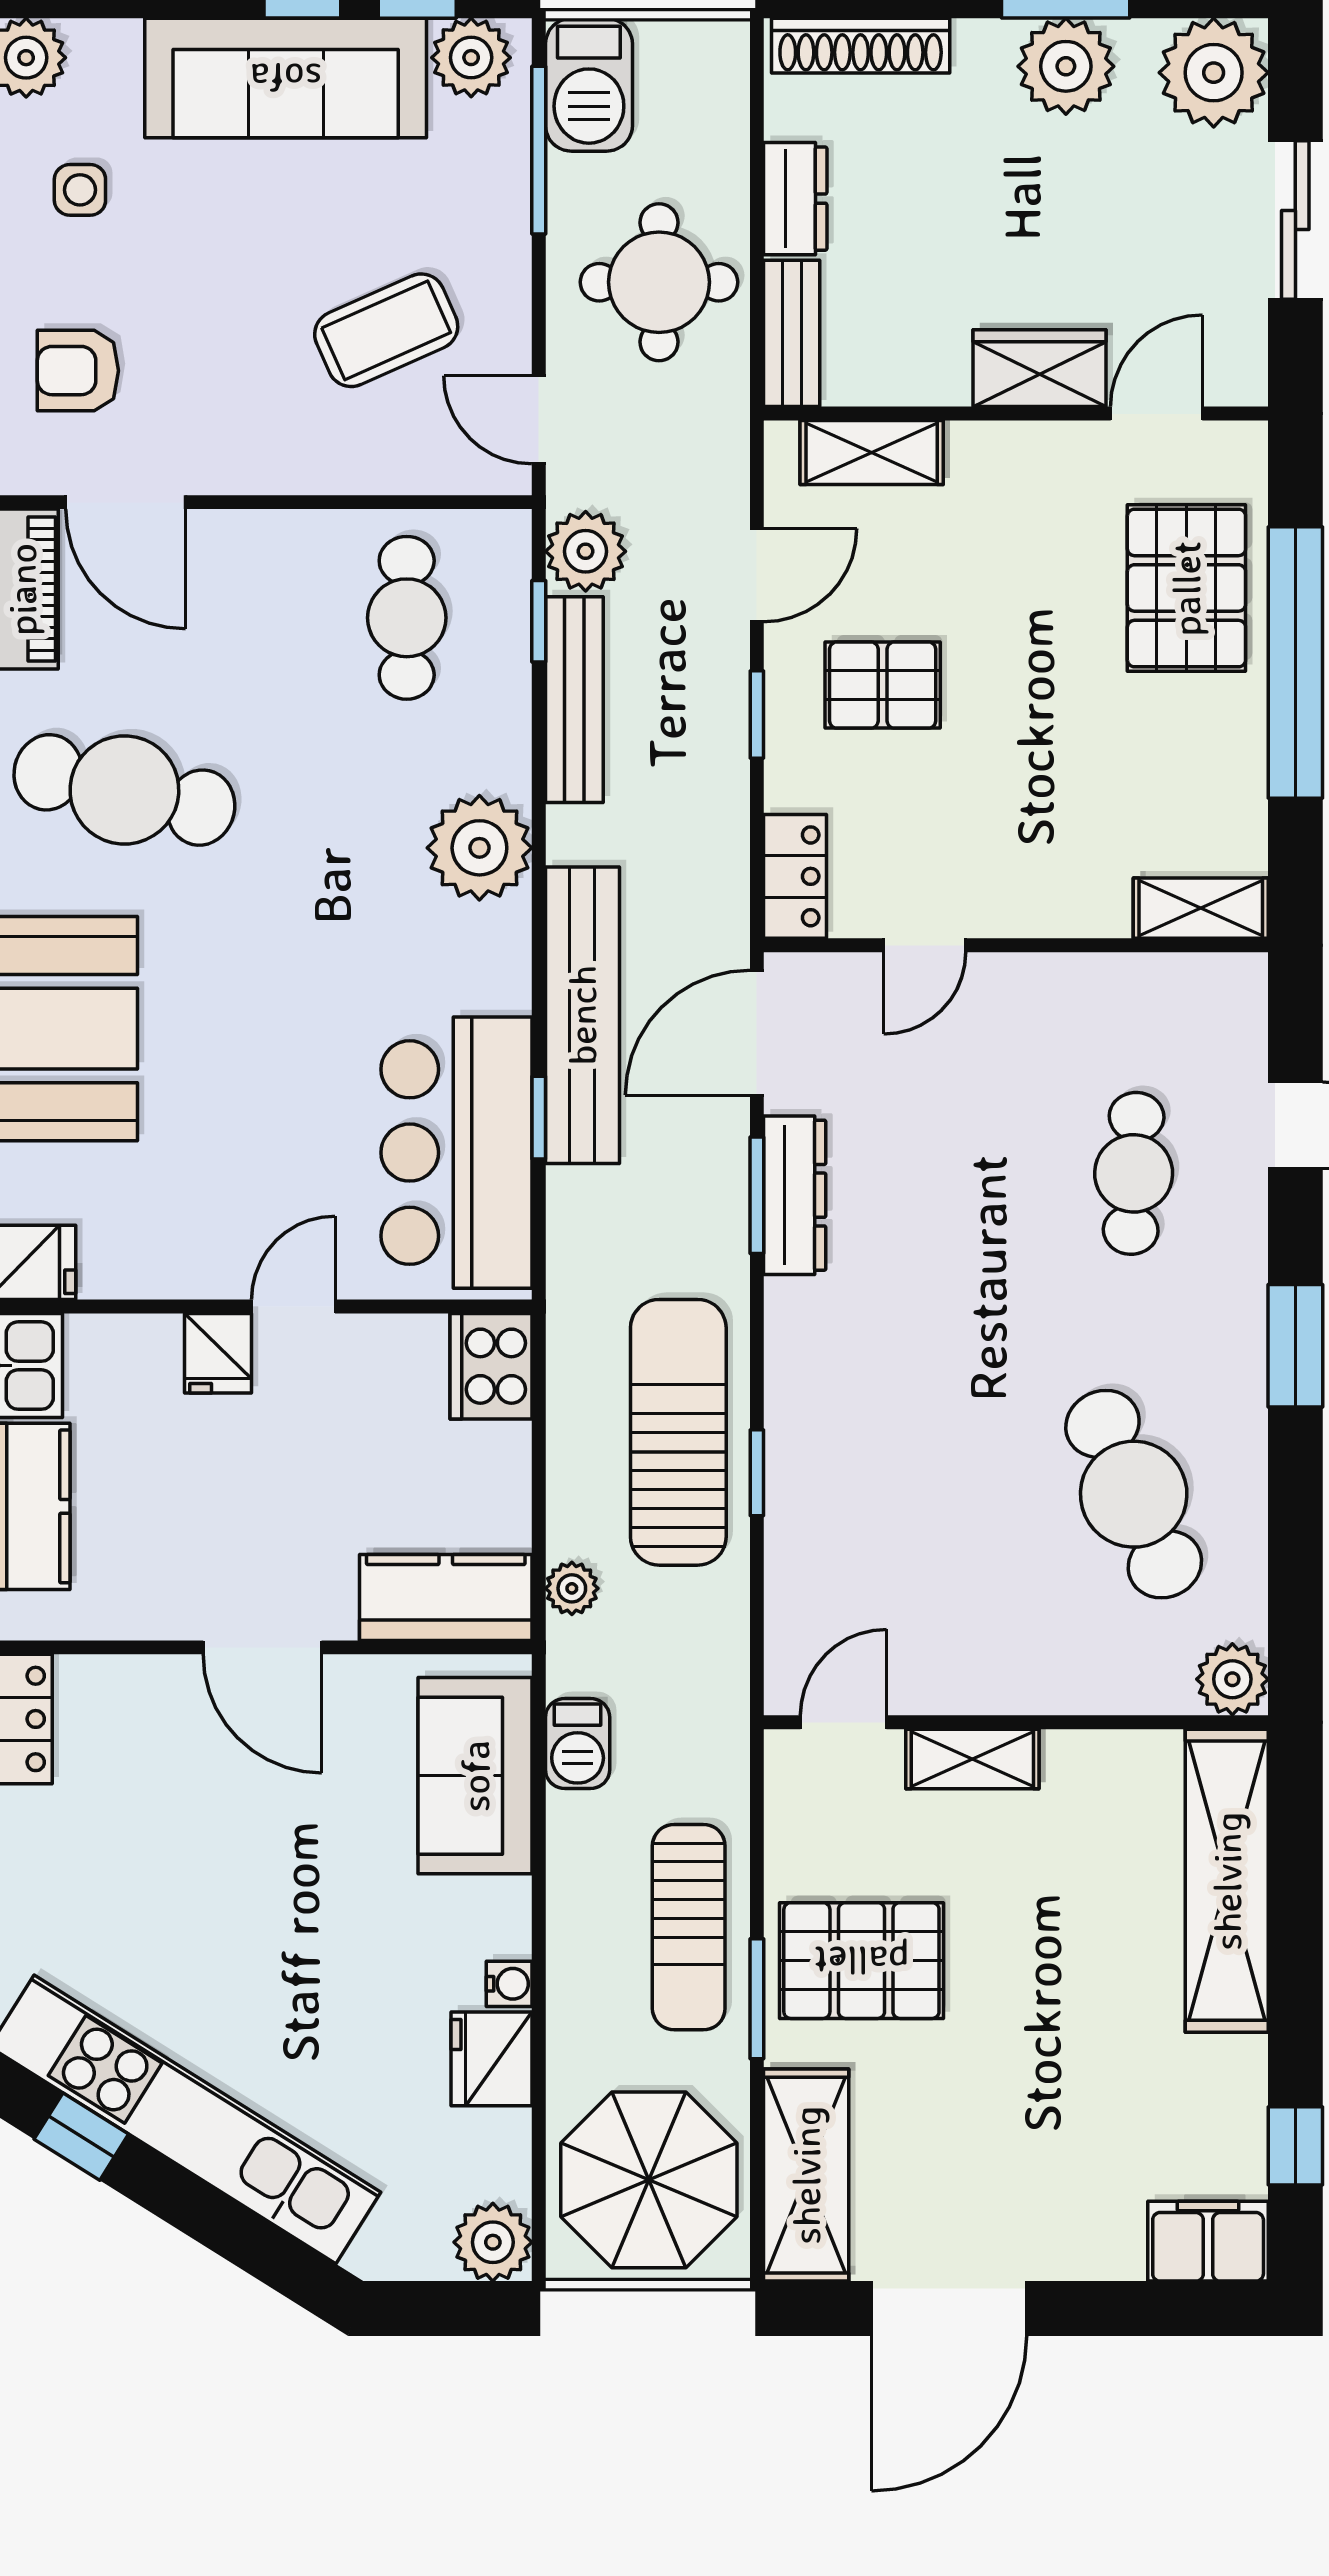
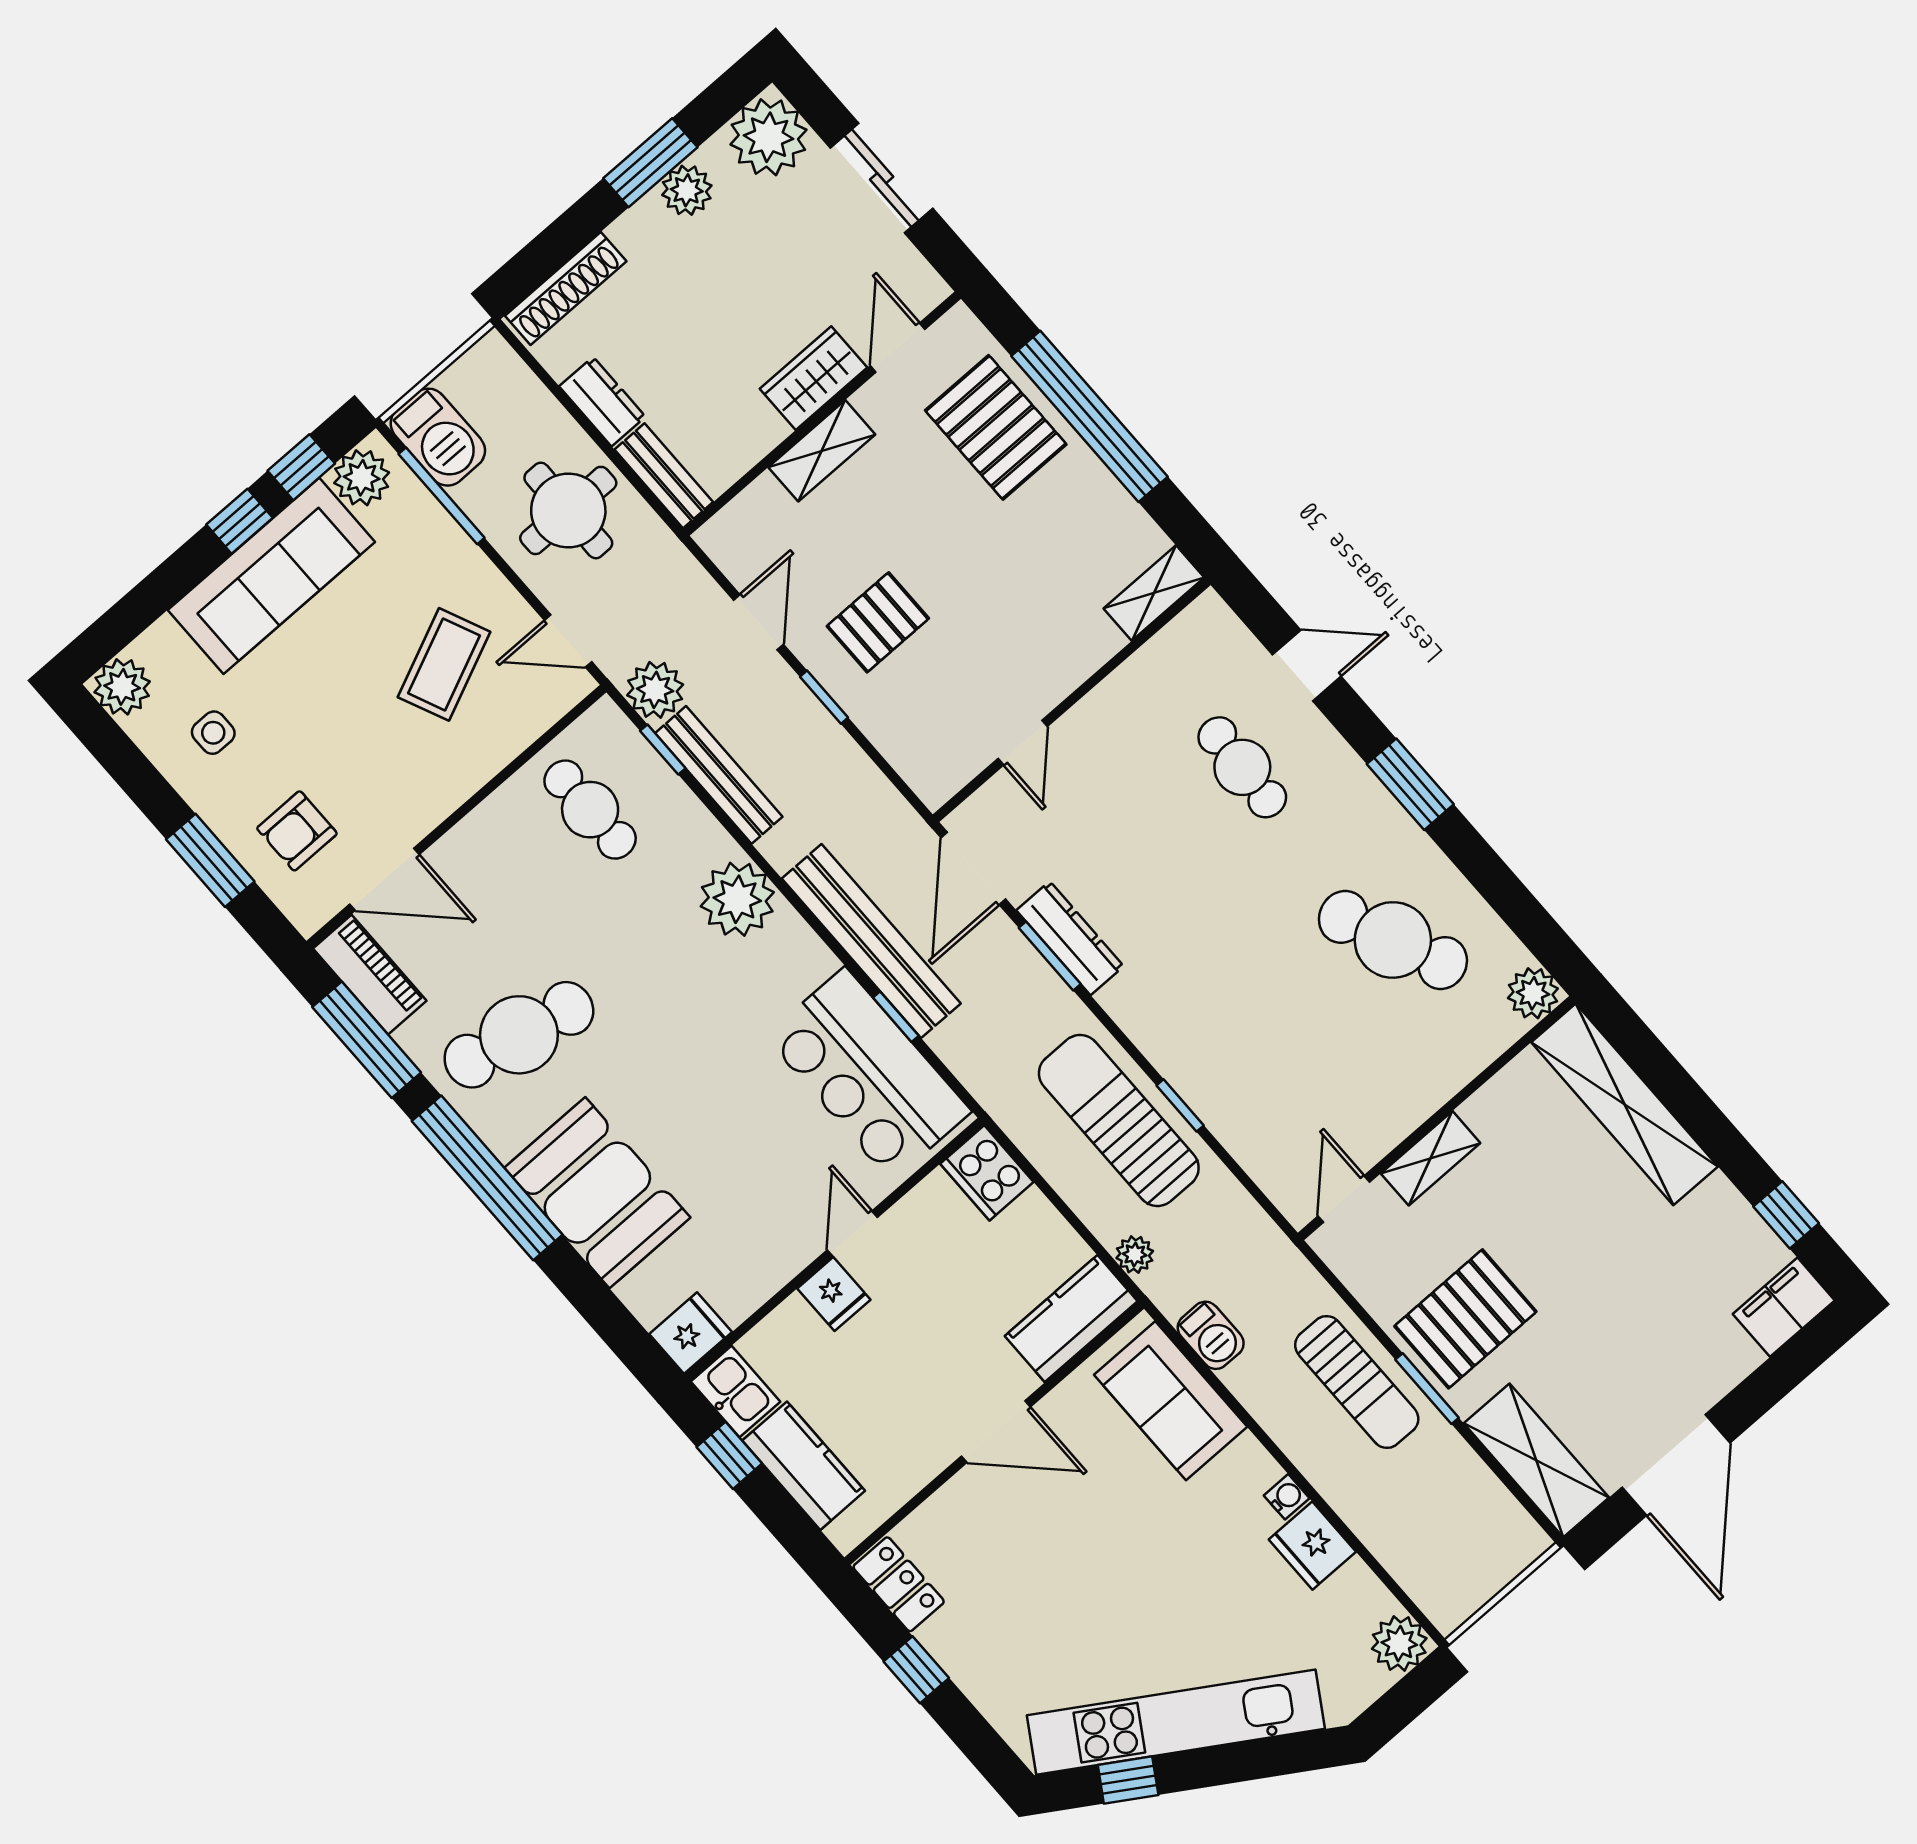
plant: (1066, 66) -> (687, 190), width x0.73, depth x0.73
shelving: (872, 453) -> (822, 451), moved
locker: (795, 876) -> (920, 766), removed
parasol: (649, 2180) -> (1454, 1537), removed

